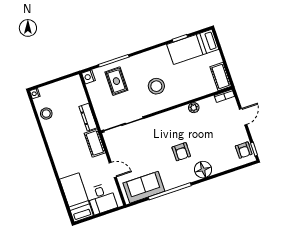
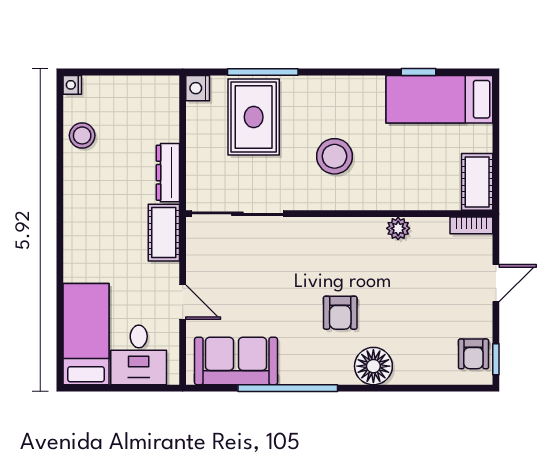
rug: (116, 81) -> (254, 117), width x1.36, depth x1.43

